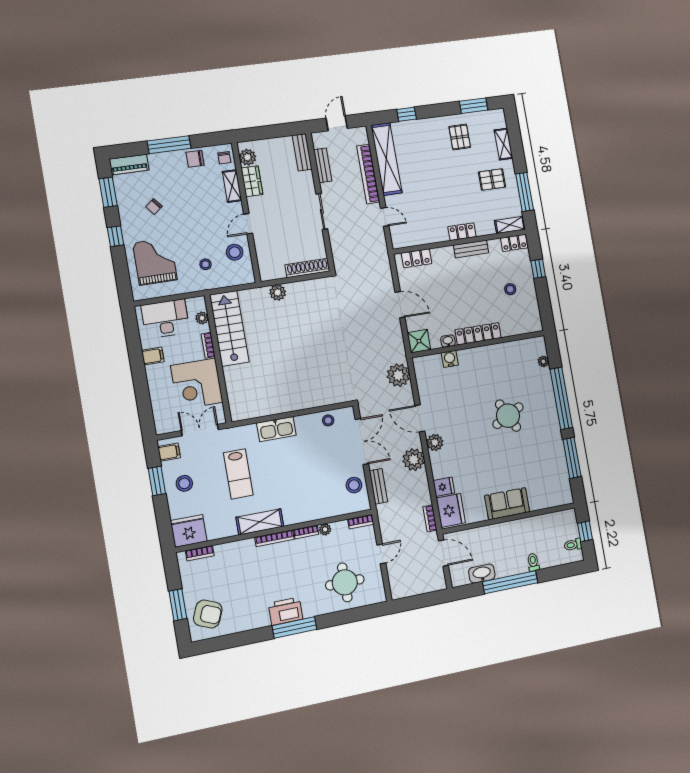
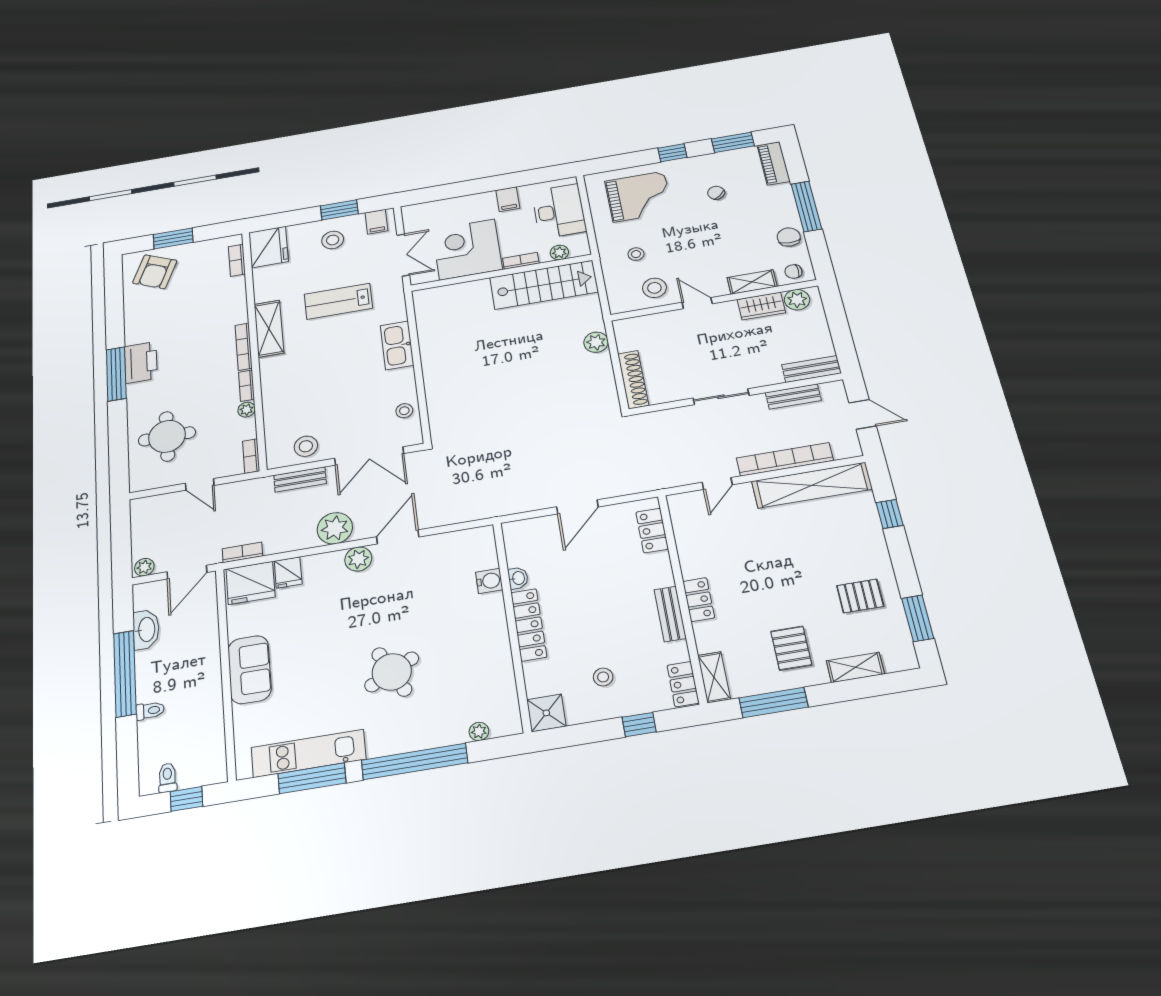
shower: (419, 341) -> (546, 713), moved
plant: (398, 375) -> (144, 567), moved, width x0.53, depth x0.53
kitchen unit: (558, 461) -> (309, 753), added

